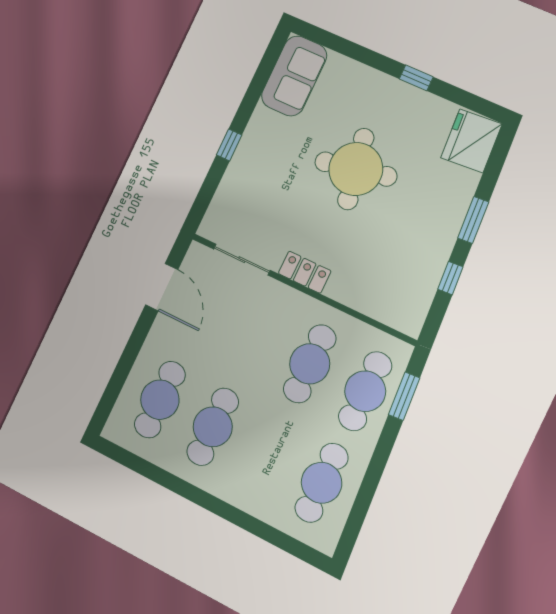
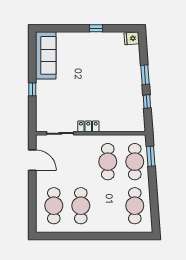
sofa: (294, 76) -> (46, 55), width x1.36
fridge: (471, 141) -> (132, 38), width x0.53, depth x0.75
round table: (356, 169) -> (89, 76), removed

